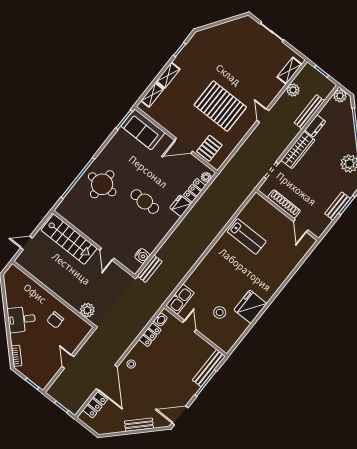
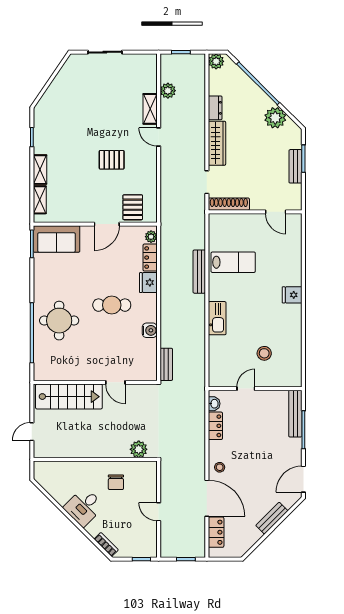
shelving: (289, 71) -> (150, 109), moved
pallet: (220, 106) -> (112, 160), width x0.49, depth x0.50
bench: (309, 112) -> (199, 272), moved
shoe rack: (284, 204) -> (229, 204), moved
water cooler: (142, 256) -> (150, 330), moved
kitchen sink: (180, 299) -> (217, 318), moved
fridge: (250, 307) -> (292, 295), moved, width x0.53, depth x0.75
door: (189, 326) -> (246, 389), hinge flipped

